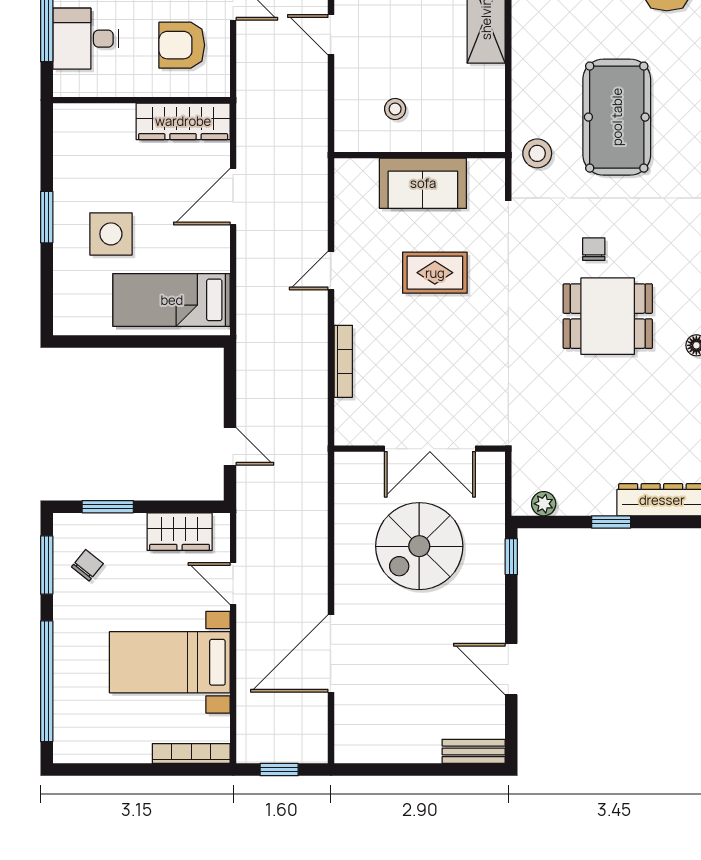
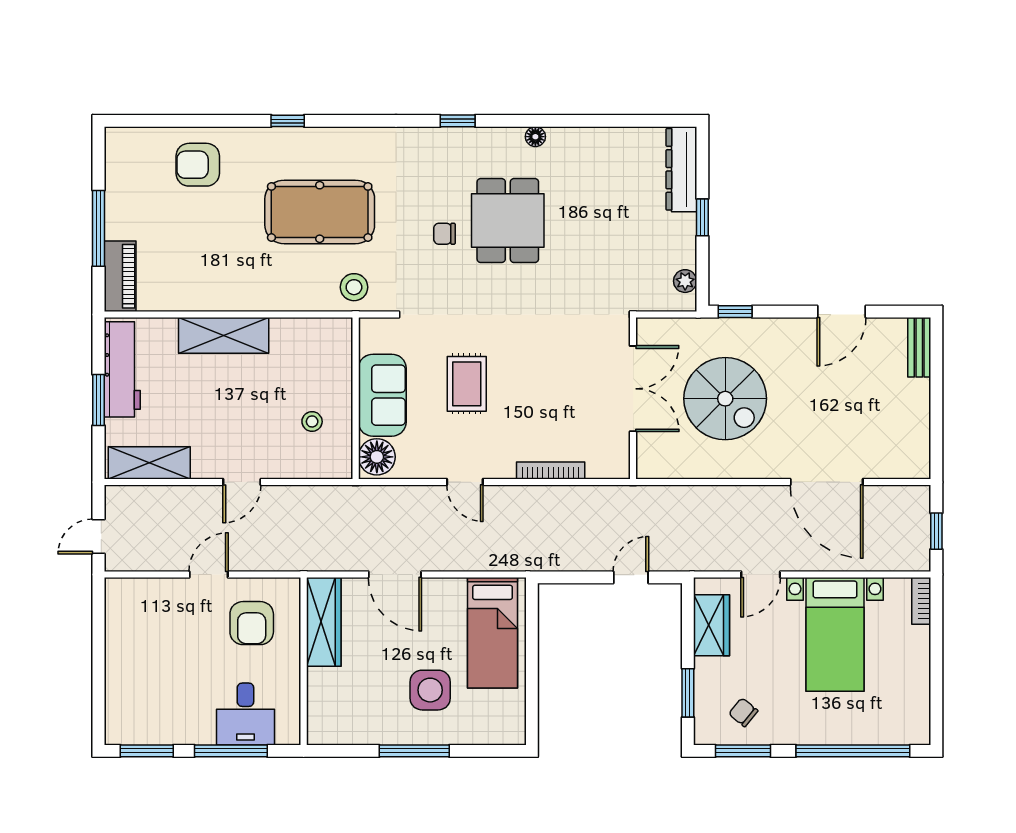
floor lamp: (358, 177) -> (377, 457), added
window: (47, 217) -> (414, 751), width x1.44
bookcase: (191, 753) -> (921, 601), width x0.64

